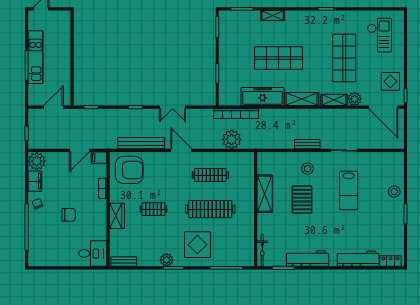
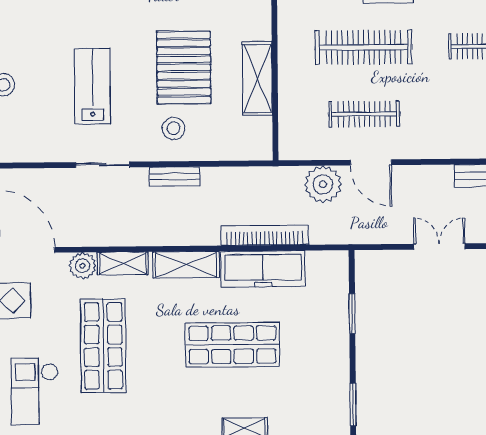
bookcase: (236, 114) -> (265, 235), moved
door: (181, 150) -> (371, 162), moved
pallet: (302, 200) -> (184, 68), width x1.37, depth x1.41

